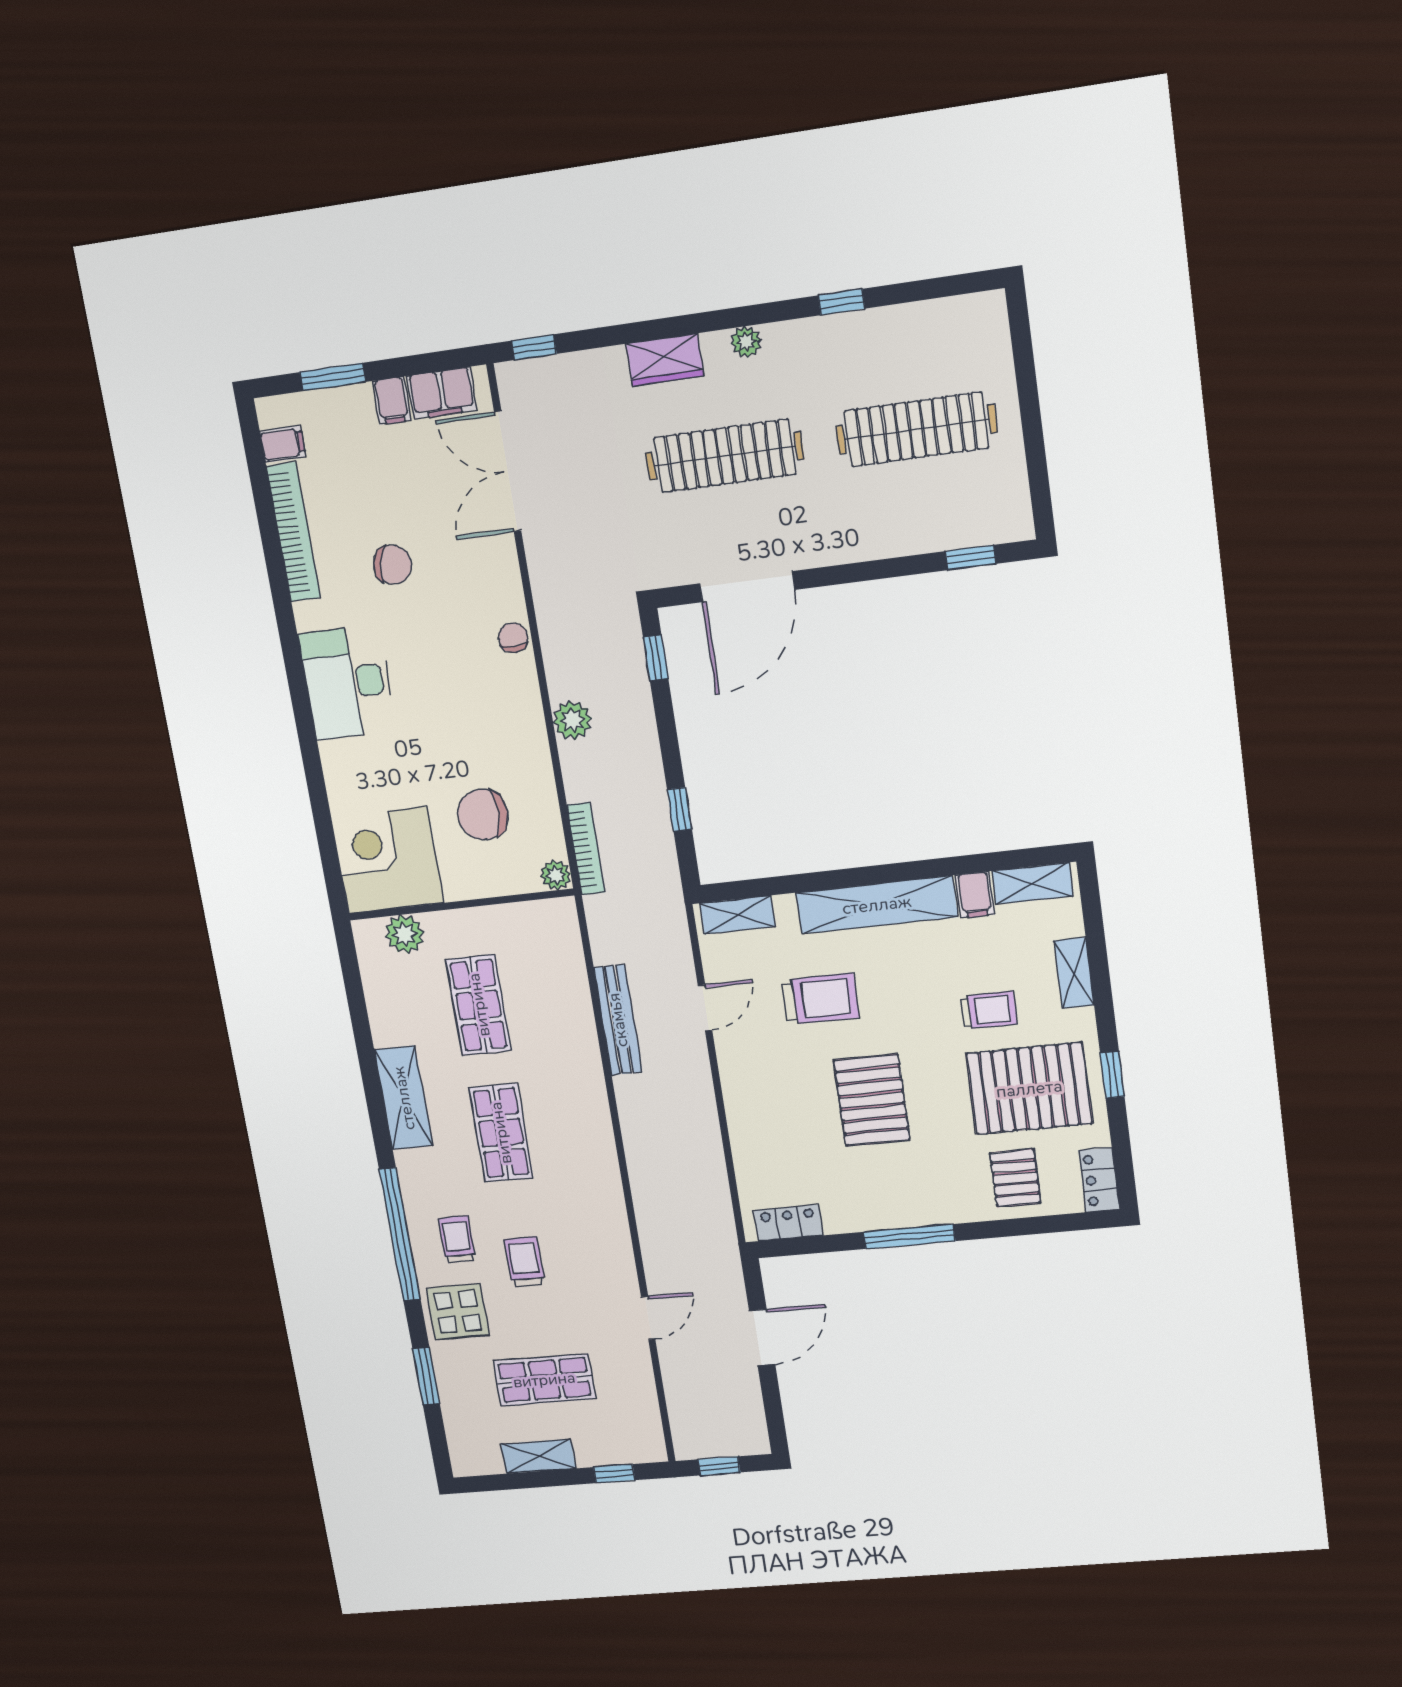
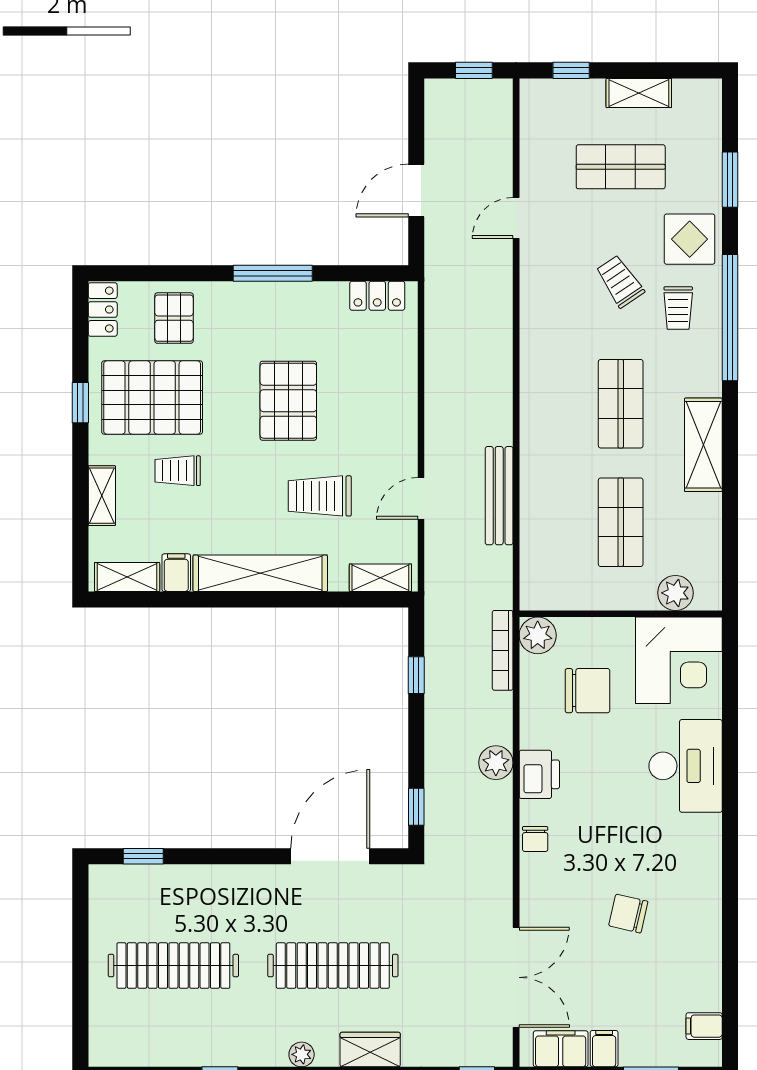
bookcase: (293, 532) -> (709, 952), removed
desk: (348, 683) -> (686, 766), moved
printer: (521, 713) -> (539, 774), added
plant: (556, 875) -> (538, 635), width x1.38, depth x1.38
trolley: (524, 1262) -> (620, 281), turned 146

